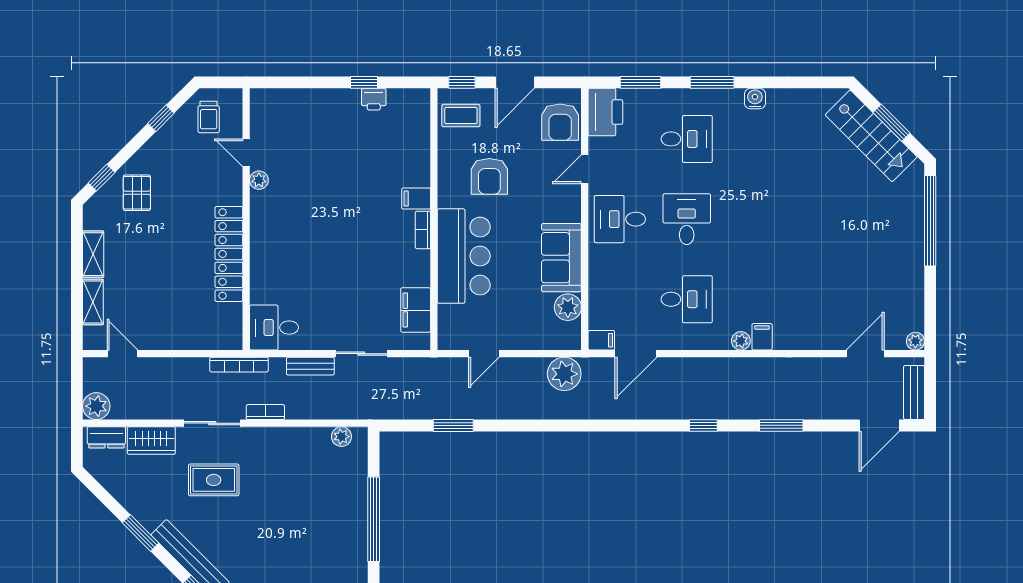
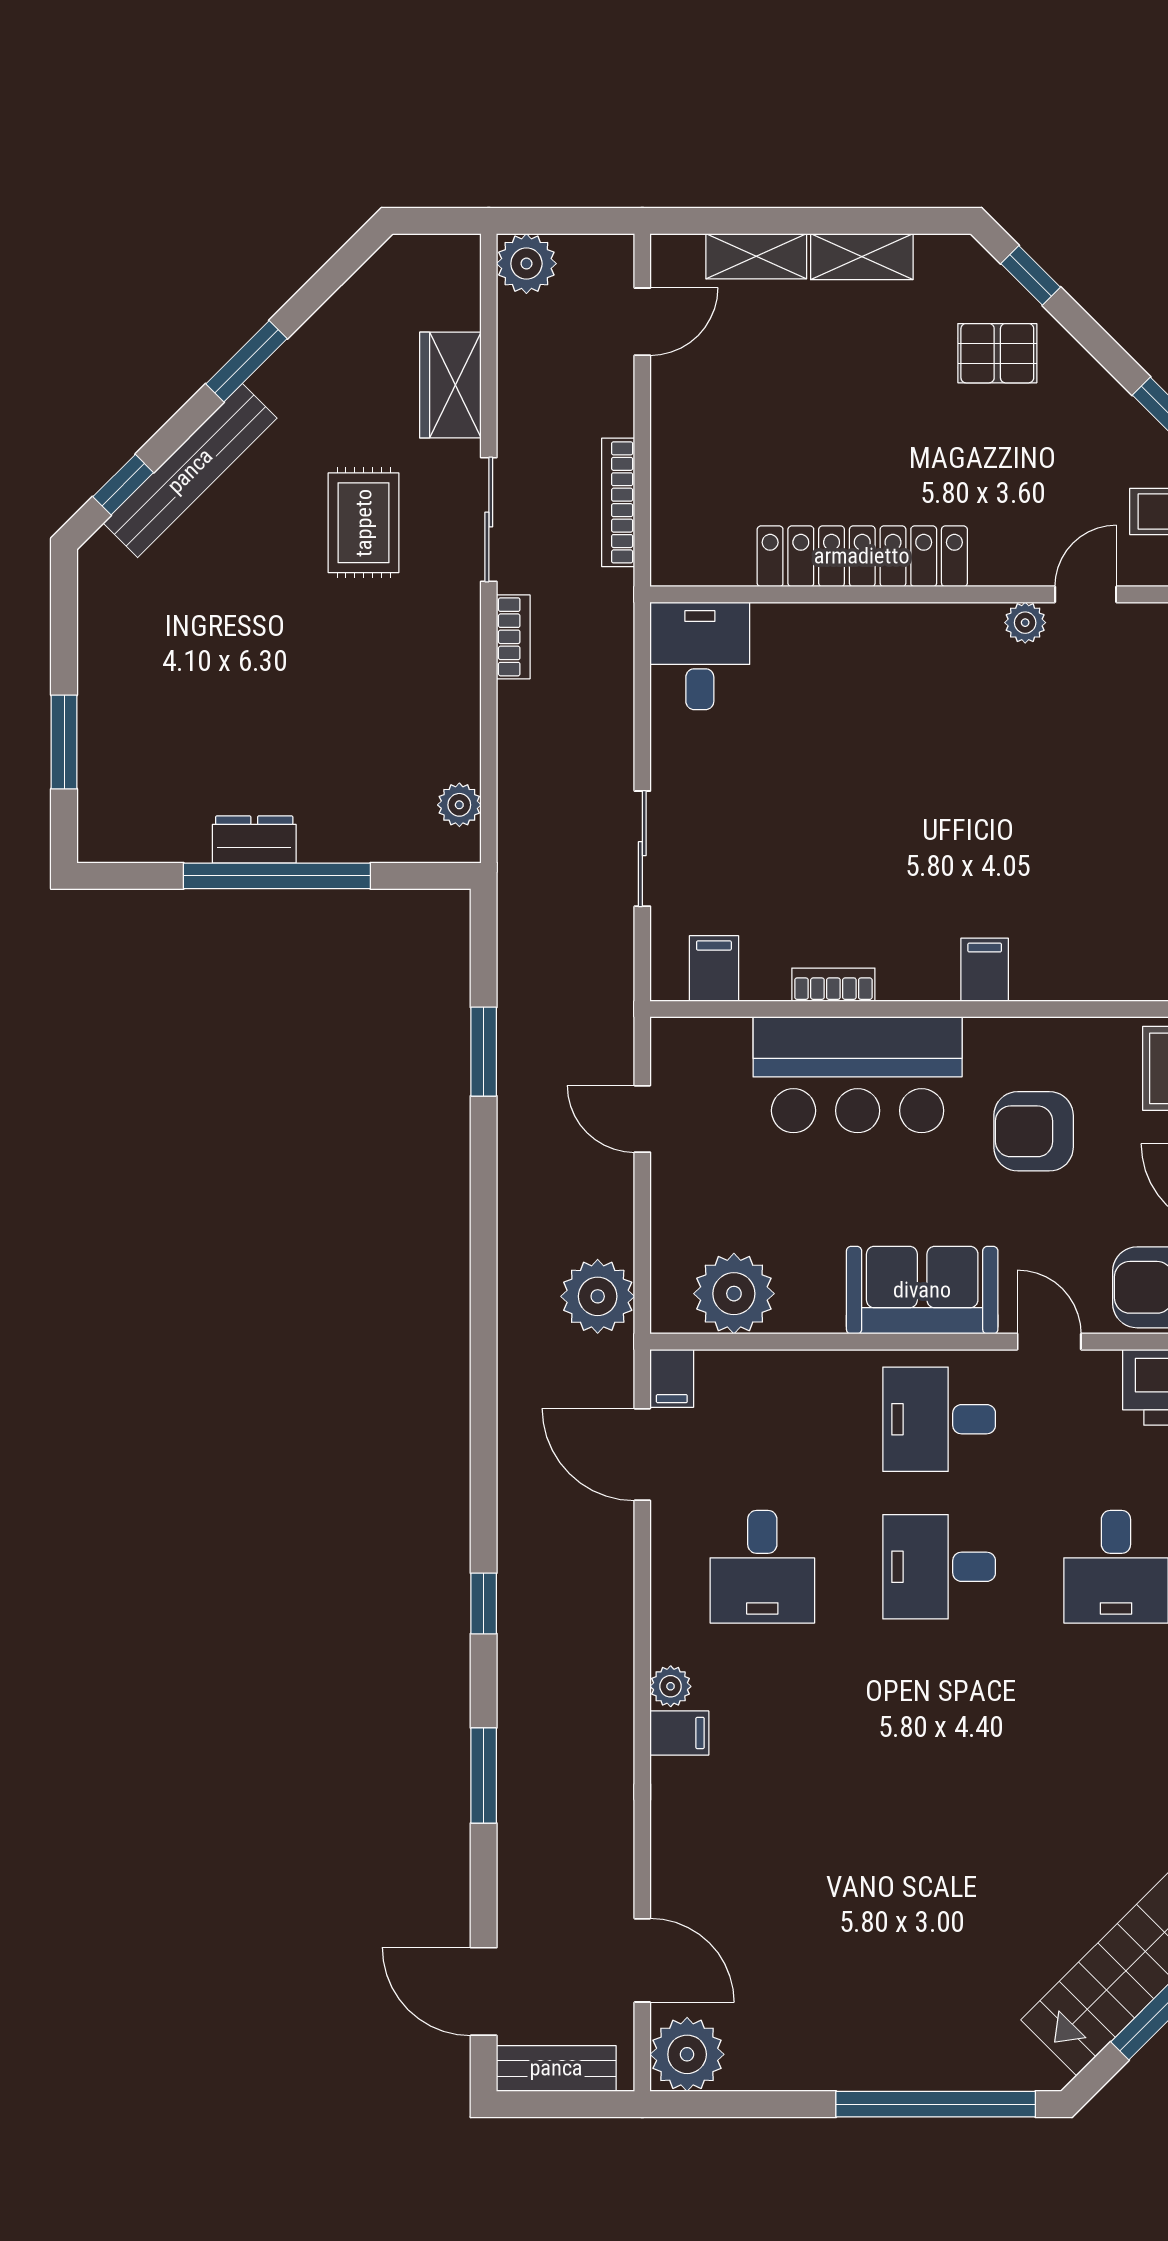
desk: (620, 219) -> (939, 1419), turned -90
desk: (687, 219) -> (939, 1567), turned 180
bookcase: (423, 230) -> (833, 985), moved
sofa: (561, 258) -> (922, 1290), moved
plant: (568, 307) -> (734, 1294), width x1.36, depth x1.36
filing cabinet: (416, 310) -> (714, 968), width x0.50
plant: (915, 341) -> (687, 2054), width x1.87, depth x1.87
bookcase: (239, 365) -> (618, 502), moved
bench: (310, 366) -> (615, 736), removed
dresser: (106, 437) -> (254, 839), moved, turned 90

